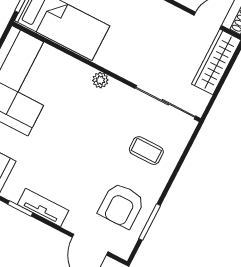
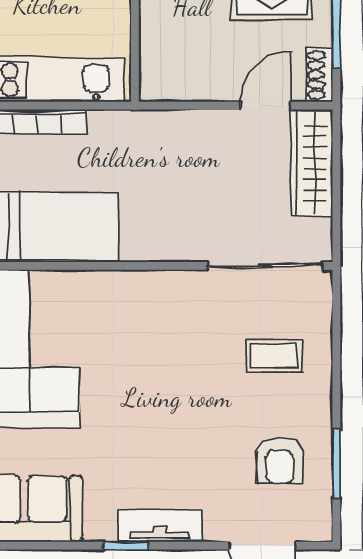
plant: (100, 80) -> (147, 284), removed
armchair: (121, 205) -> (280, 460), width x0.72, depth x0.72

